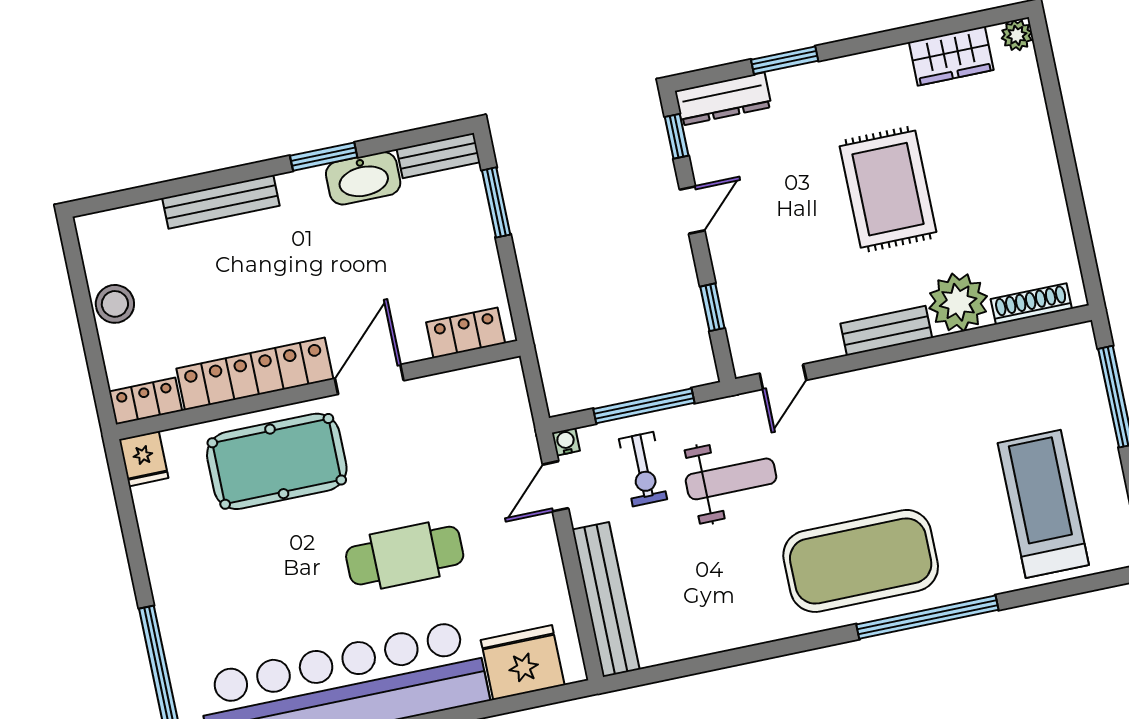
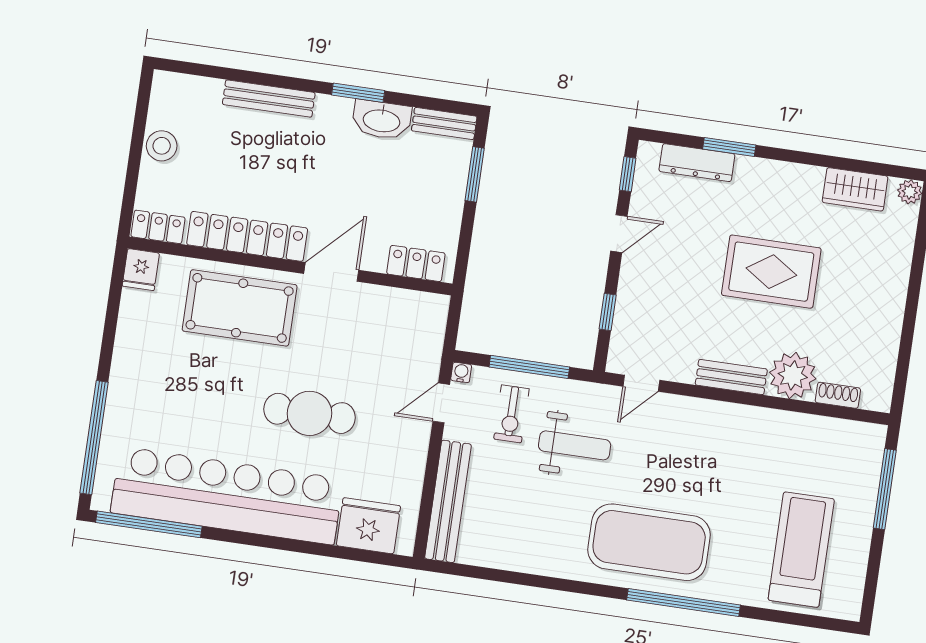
dresser: (723, 99) -> (697, 163), moved
rug: (888, 189) -> (771, 272), turned 90
shoe rack: (1031, 304) -> (838, 395), width x0.70

